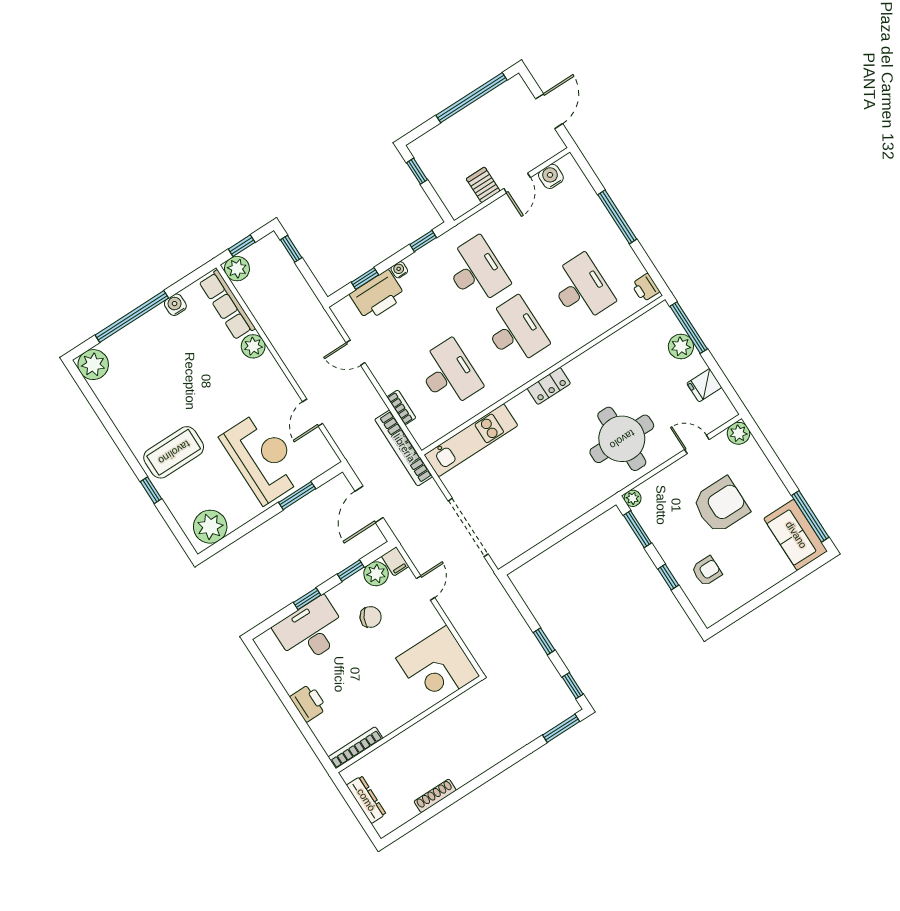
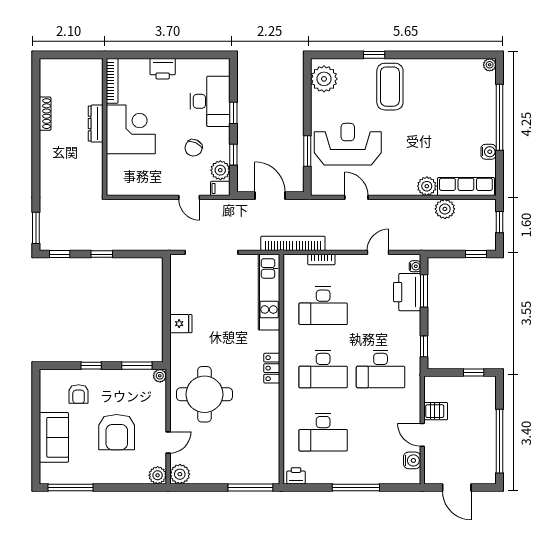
plant: (237, 269) -> (445, 209), moved
water cooler: (399, 270) -> (415, 266), moved
window: (365, 278) -> (424, 291), width x1.50
plant: (681, 347) -> (180, 474), moved
plant: (93, 365) -> (490, 65), width x0.53, depth x0.53
fridge: (704, 385) -> (181, 324), moved, turned 90
reception desk: (263, 458) -> (348, 144), turned 180
sofa: (796, 535) -> (54, 437), moved, turned 90
corner desk: (438, 667) -> (131, 129), moved, turned 90
dresser: (366, 800) -> (96, 124), moved, turned 90

